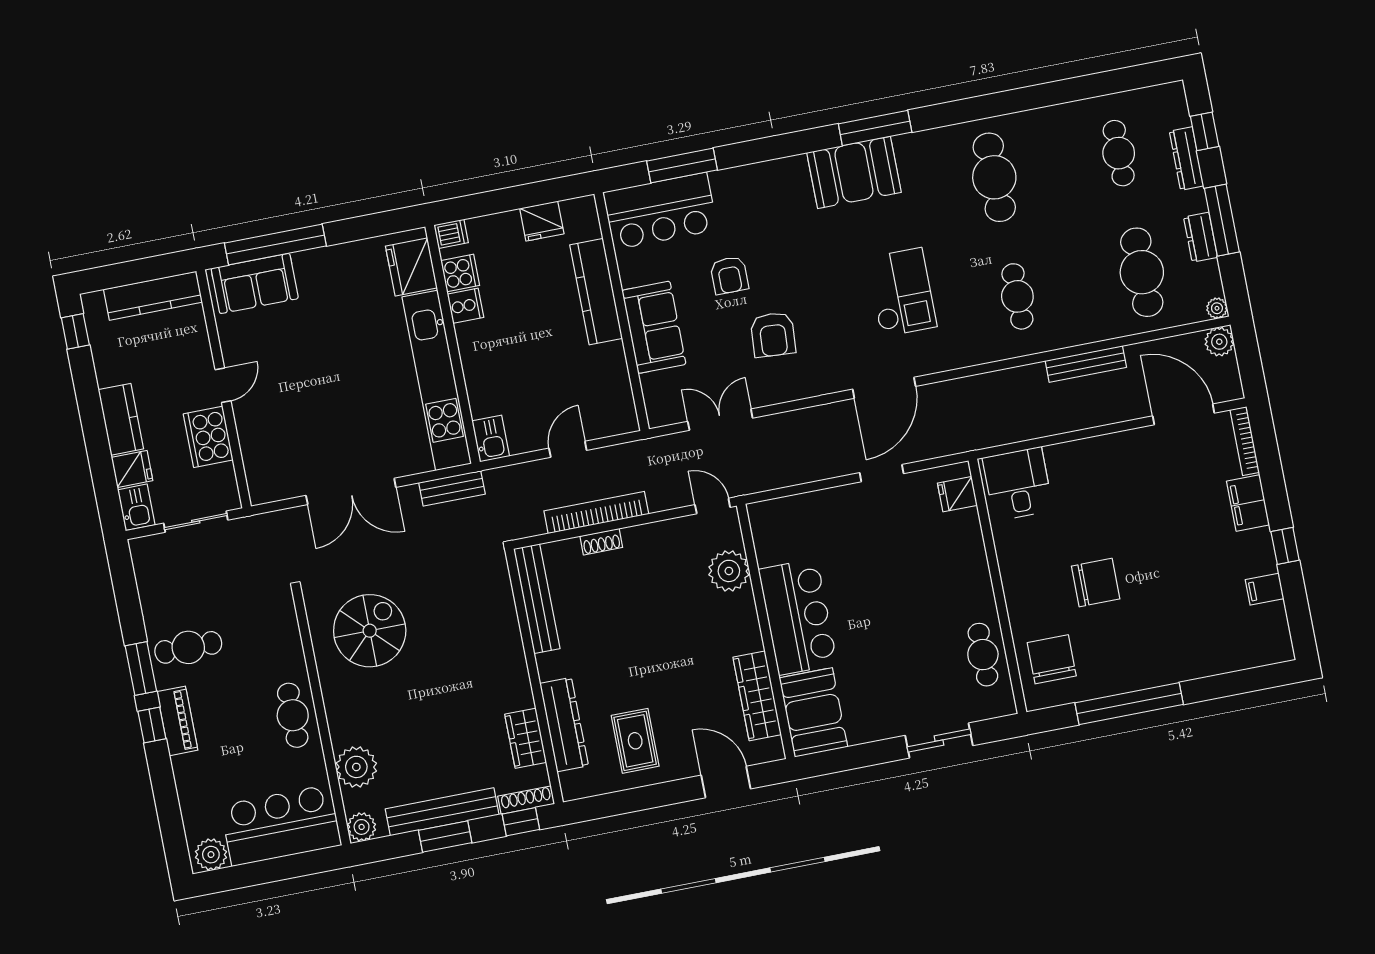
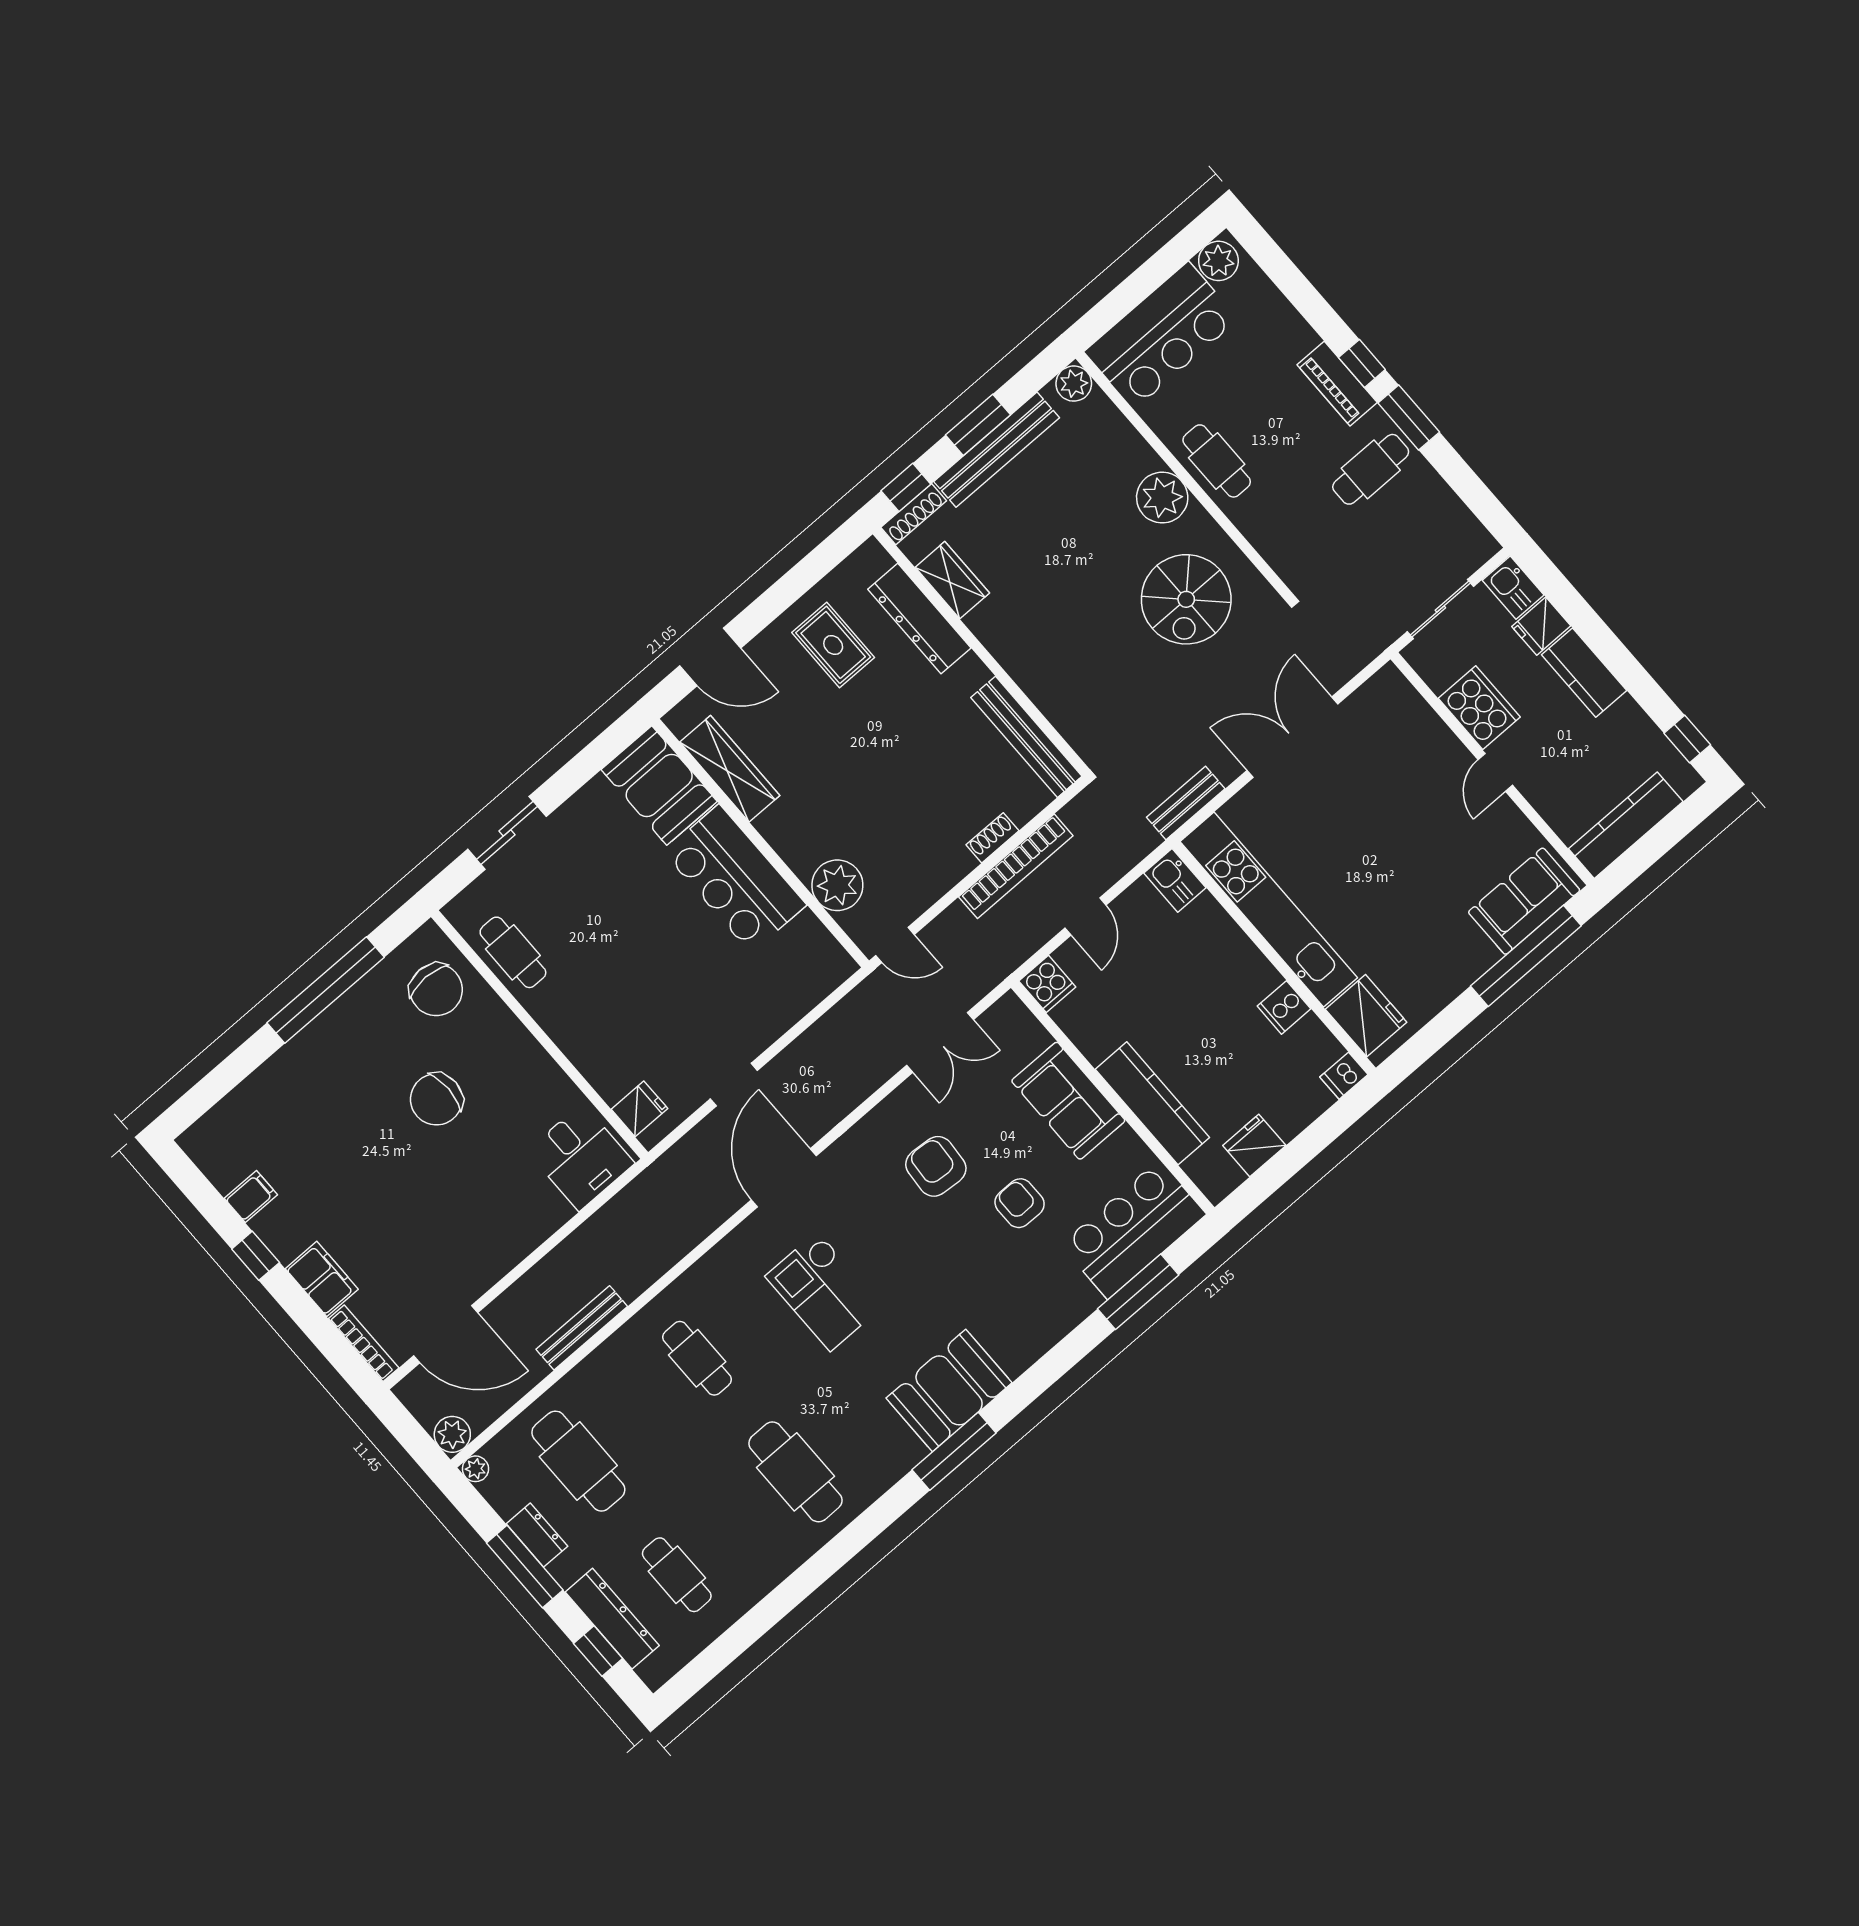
dresser: (1186, 159) -> (612, 1619), width x1.37, depth x1.24
cooker: (460, 273) -> (1047, 984), moved, turned -90
plant: (356, 767) -> (1162, 498), moved

